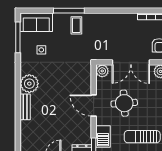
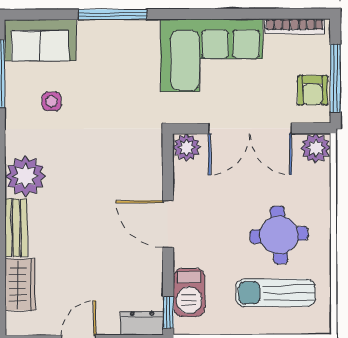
coffee table: (76, 25) -> (129, 47), removed
corner sofa: (114, 29) -> (212, 55), added
round table: (124, 103) -> (279, 235), moved
wardrobe: (27, 133) -> (20, 285), added

